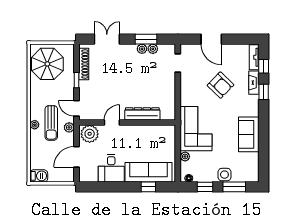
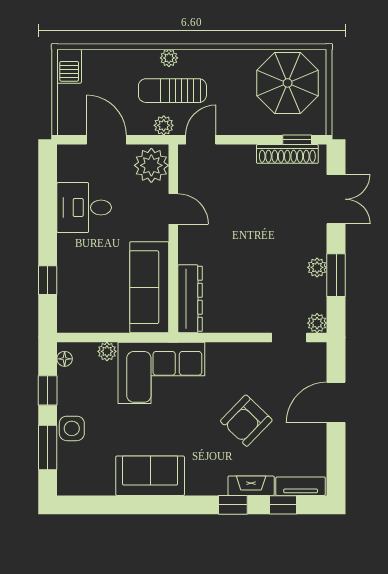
plant: (153, 49) -> (317, 323), moved
window: (76, 80) -> (297, 140), moved
dresser: (142, 114) -> (190, 299), moved
sofa: (148, 172) -> (149, 287), moved, turned 180

